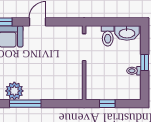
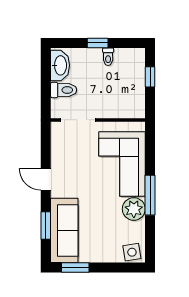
corner sofa: (50, 82) -> (122, 164), added
window: (107, 104) -> (150, 77), moved

